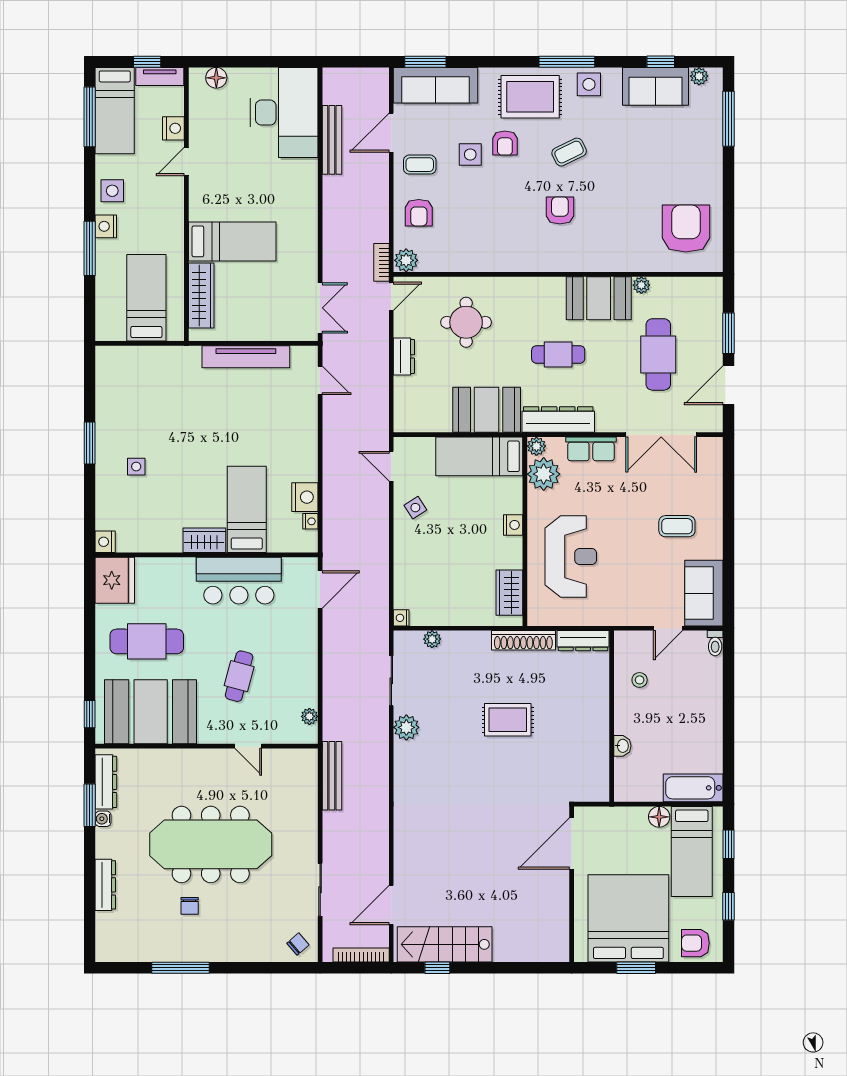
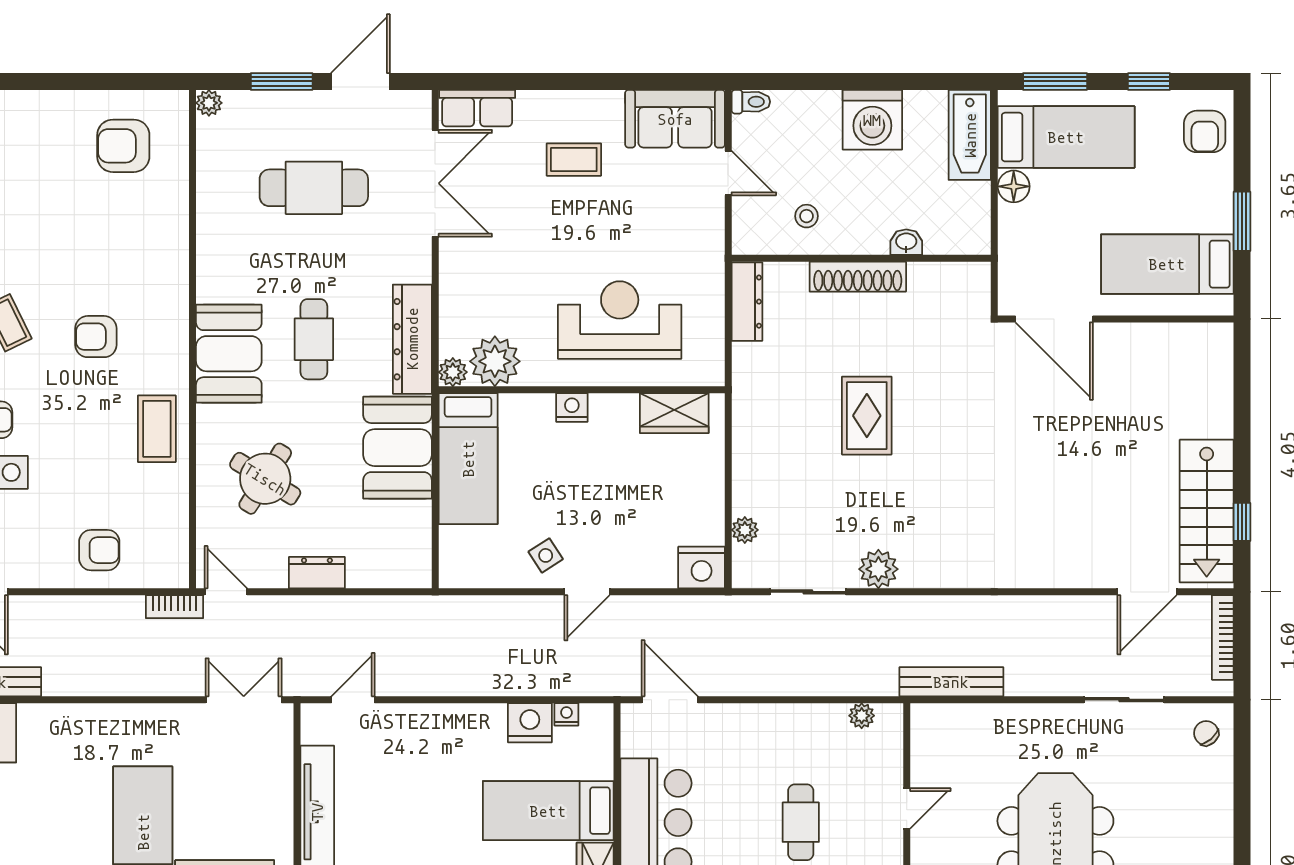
coffee table: (420, 165) -> (157, 429), moved, width x1.36, depth x1.30
armchair: (686, 229) -> (123, 146), width x0.73, depth x0.73
plant: (406, 260) -> (171, 569), removed
plant: (641, 285) -> (209, 103), moved
booth: (599, 298) -> (229, 354), moved
round table: (466, 322) -> (265, 479), turned 32
door: (728, 385) -> (360, 81), swing flipped
row of seats: (591, 449) -> (477, 108), moved, turned 90
door: (391, 466) -> (587, 592), moved
coffee table: (677, 526) -> (574, 160), turned 90
nightstand: (401, 618) -> (702, 568), width x1.89, depth x1.79
shoe rack: (523, 640) -> (858, 277), moved, turned 90
cafe table: (239, 676) -> (801, 822), turned 75
washing machine: (703, 723) -> (872, 120), added
window: (728, 844) -> (1055, 81), width x1.50
door: (391, 905) -> (1147, 592), hinge flipped
bed: (628, 918) -> (1167, 264), width x0.49

